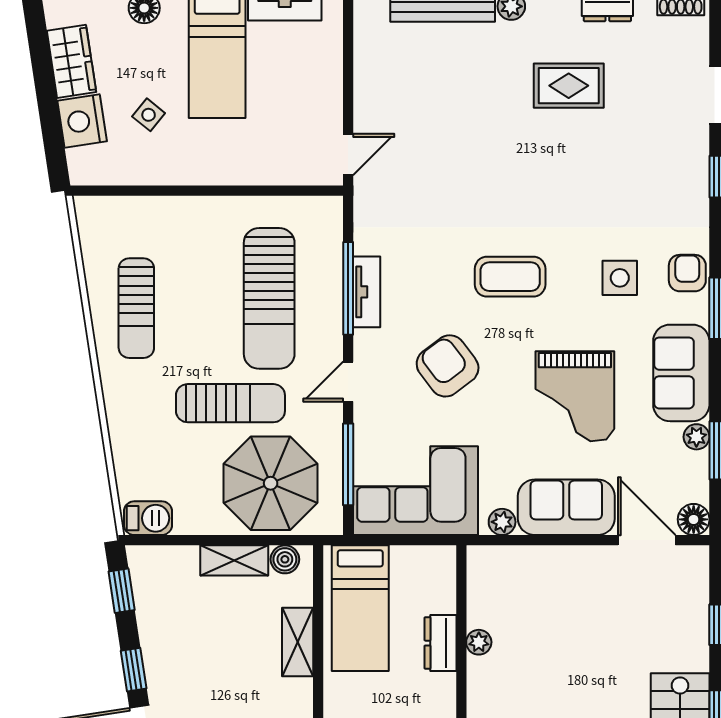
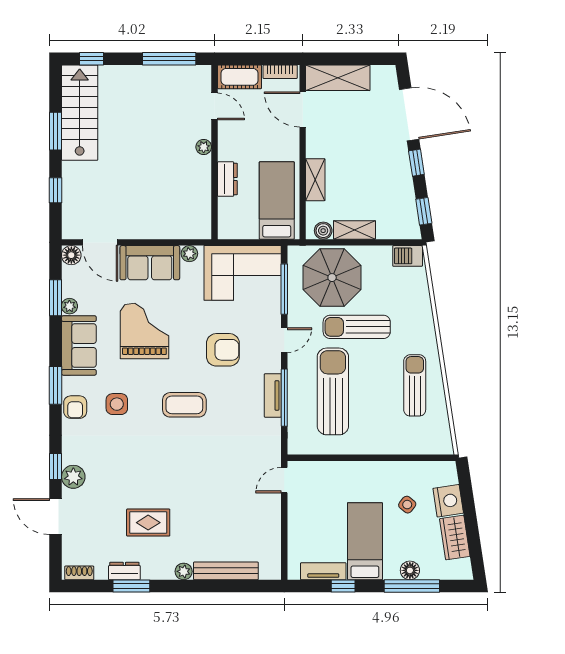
plant: (690, 160) -> (73, 477), added
armchair: (448, 366) -> (223, 350), turned -53
plant: (479, 642) -> (204, 147), moved

